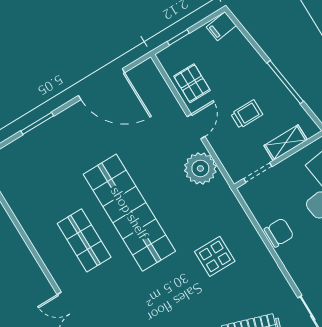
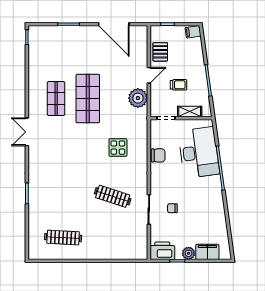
shop shelf: (129, 213) -> (88, 99), width x0.71

